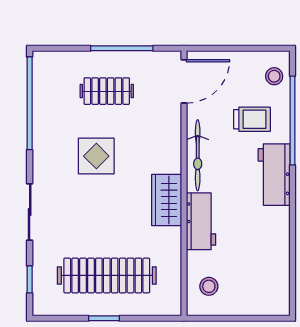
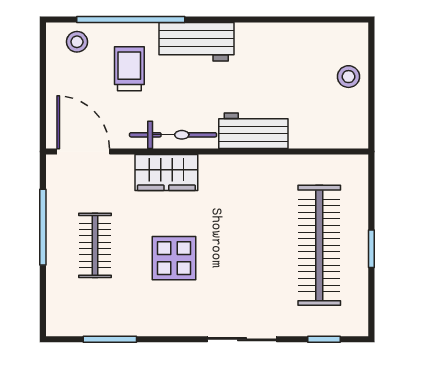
window: (30, 103) -> (110, 339), width x0.47
wardrobe: (167, 200) -> (166, 173), moved
stool: (209, 286) -> (348, 77), moved

